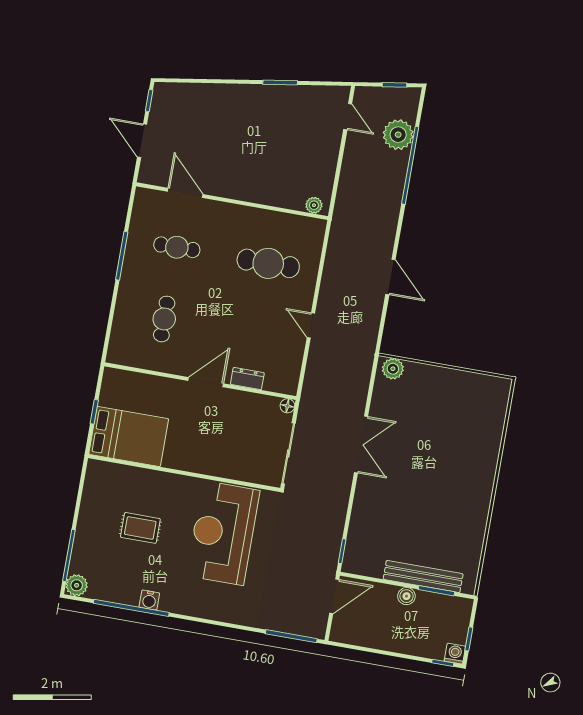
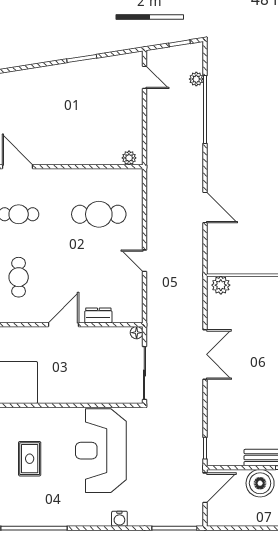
plant: (398, 135) -> (196, 79), width x0.53, depth x0.53
rug: (140, 528) -> (30, 459), turned 90
boiler: (406, 596) -> (260, 483), width x1.86, depth x1.86
water cooler: (149, 600) -> (119, 519), moved

